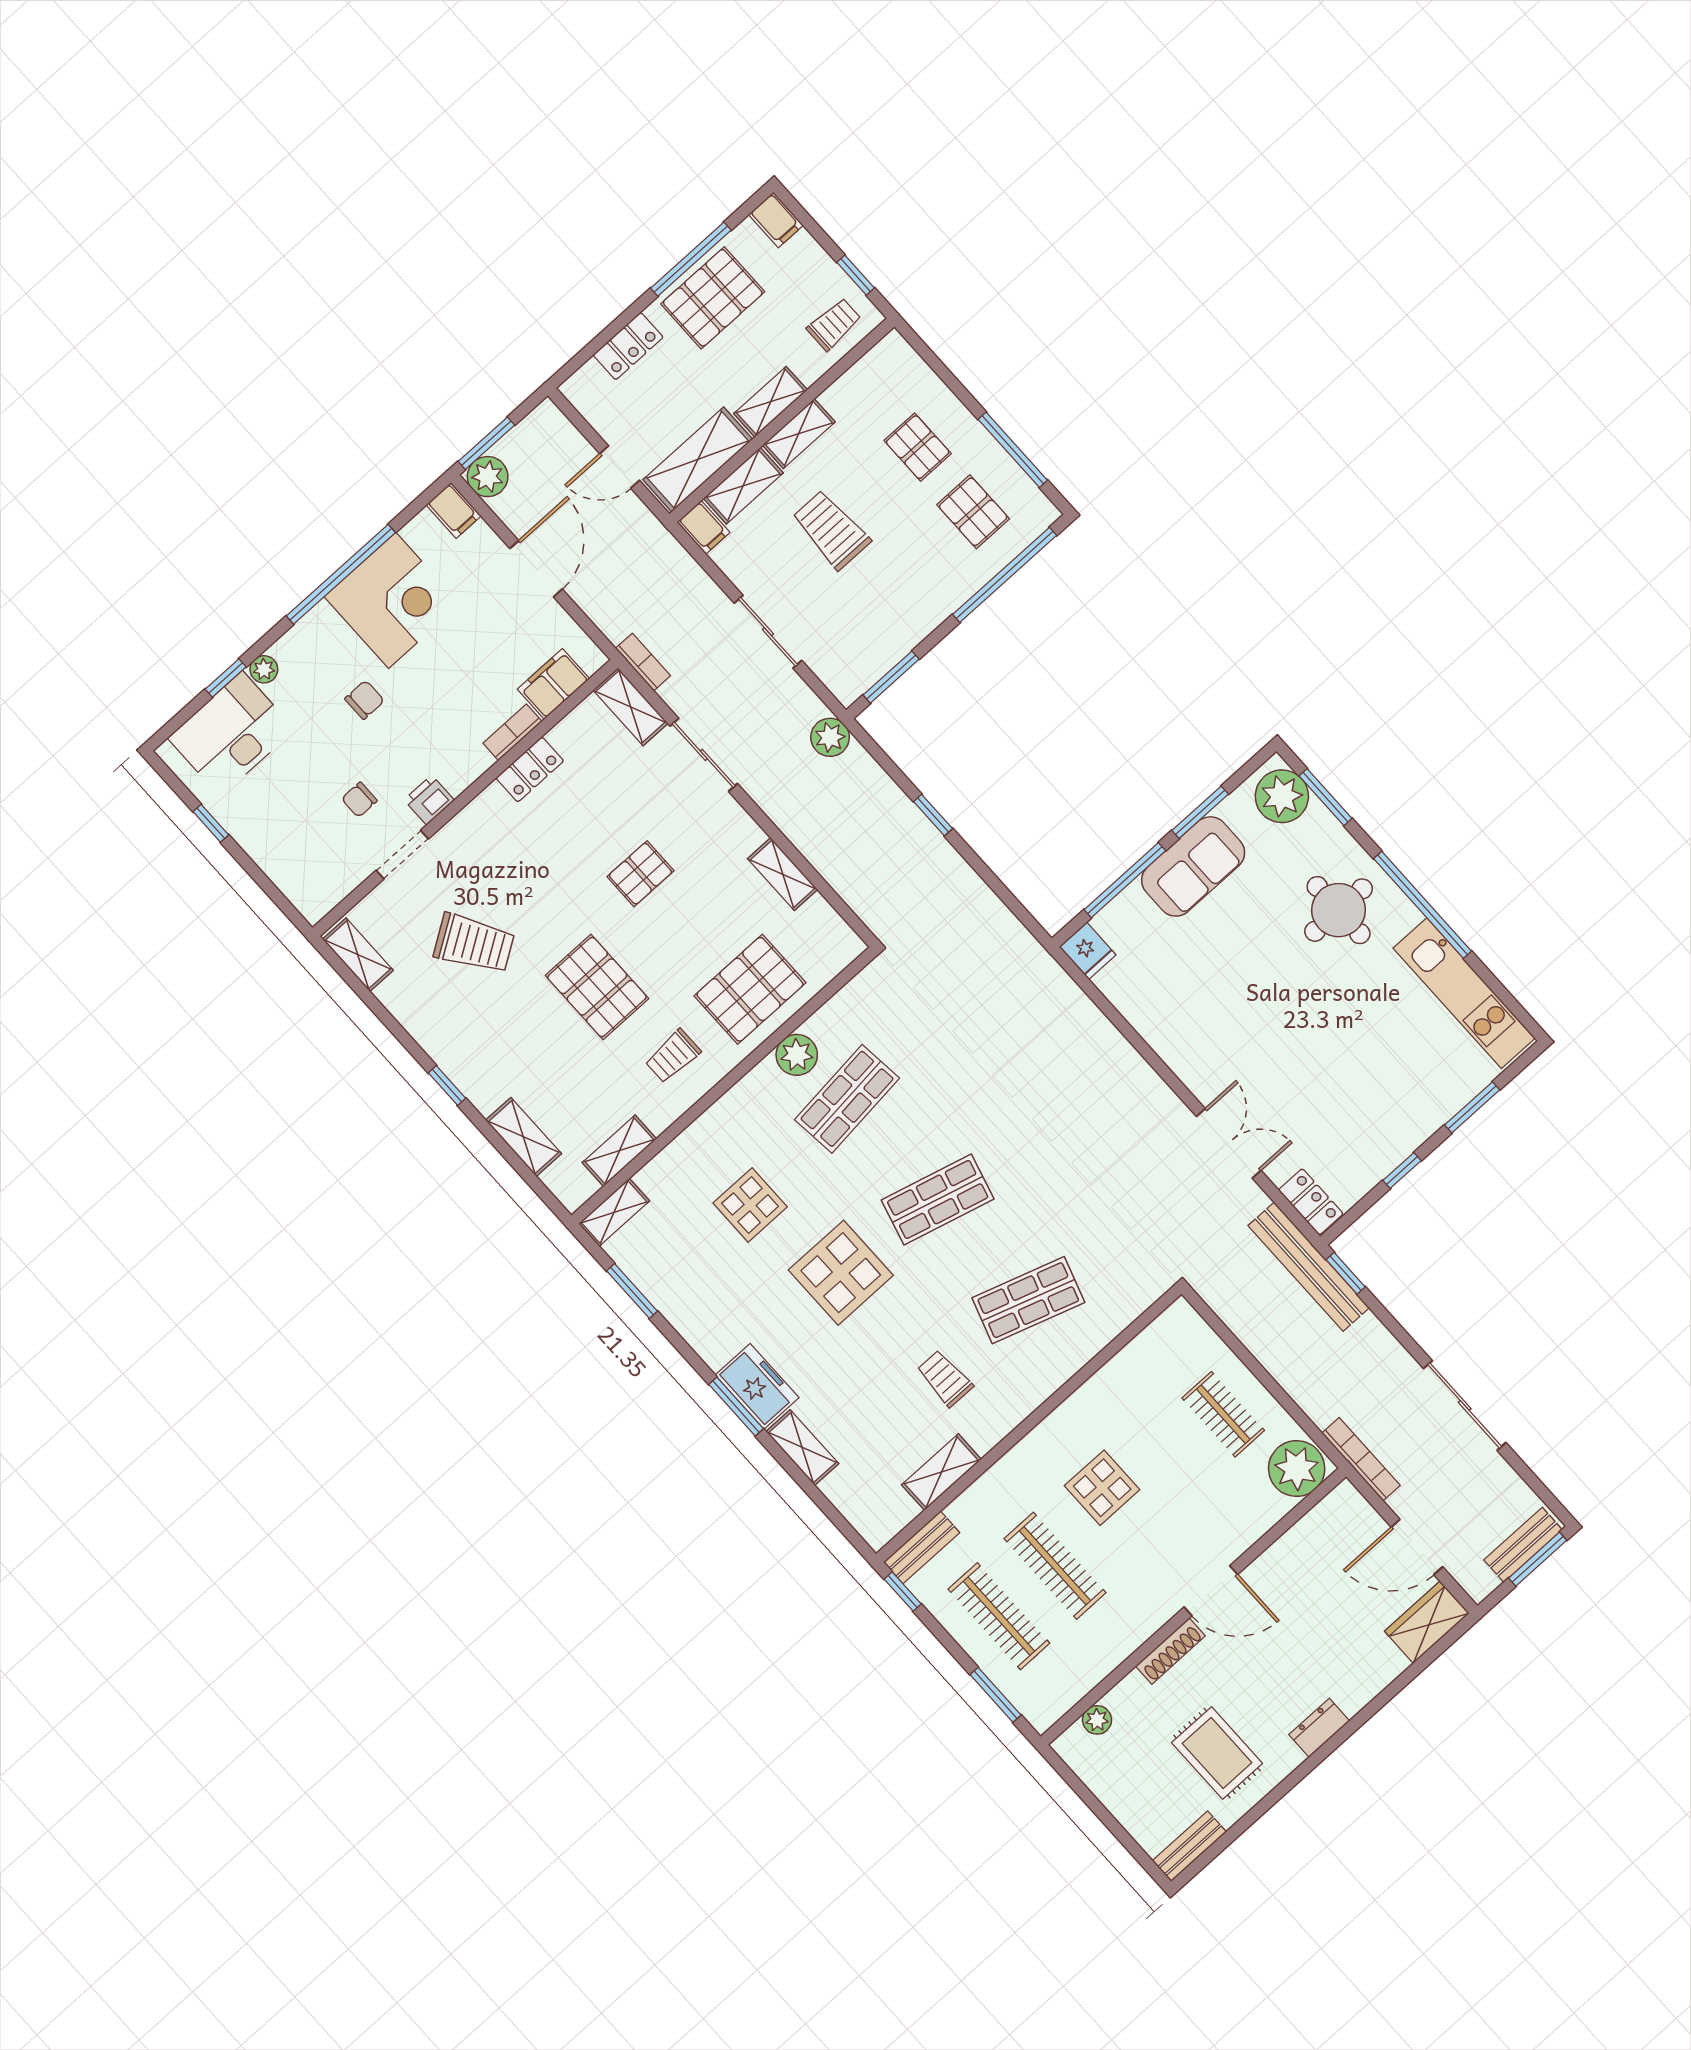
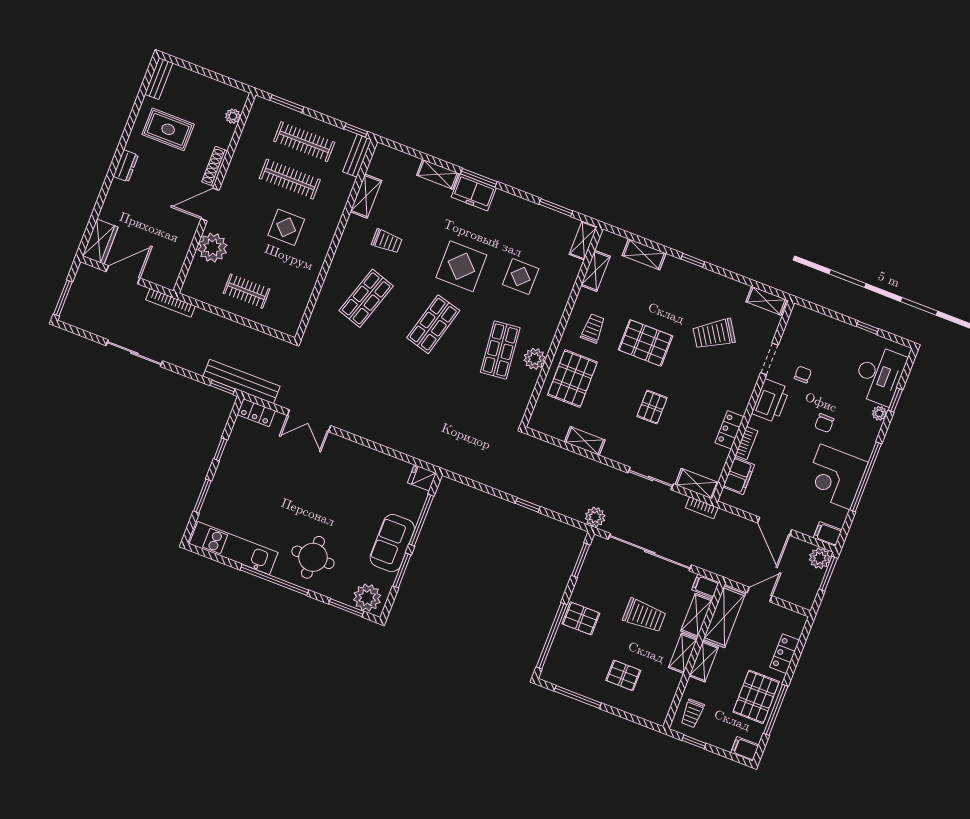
pallet: (973, 512) -> (581, 618), moved
sliding door: (768, 632) -> (650, 552), width x1.86
printer: (429, 800) -> (771, 401), width x1.87, depth x1.48
plant: (1297, 1469) -> (212, 248), moved
bench: (1523, 1545) -> (73, 301), removed

